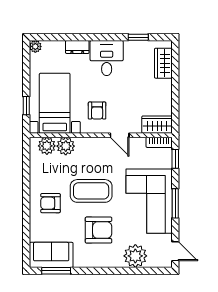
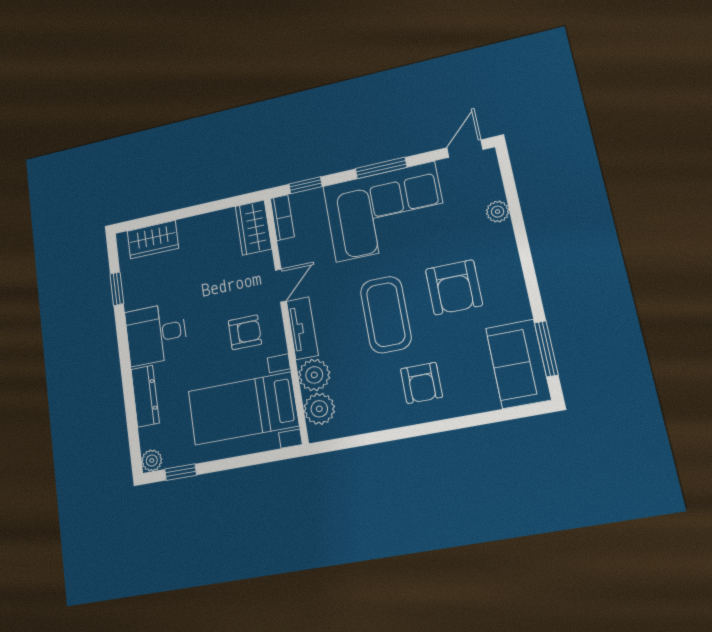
dresser: (77, 47) -> (145, 396), width x1.44
window: (26, 106) -> (181, 472), moved
tv unit: (93, 144) -> (302, 328), added
armchair: (99, 230) -> (454, 287), turned 180
plant: (135, 256) -> (498, 212), width x0.53, depth x0.53

